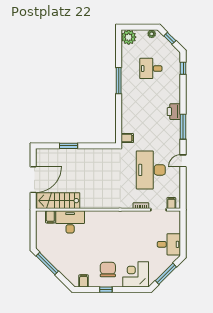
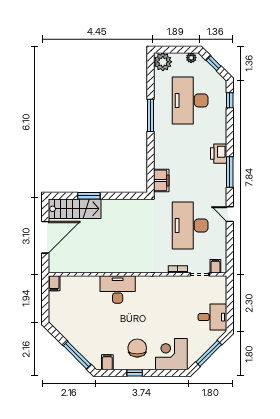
desk: (151, 68) -> (190, 100), width x1.87, depth x1.30
filing cabinet: (127, 138) -> (161, 180), width x2.00
door: (183, 161) -> (230, 214), hinge flipped
stairs: (58, 201) -> (75, 209), moved, turned 180
filing cabinet: (50, 217) -> (54, 283), moved
desk: (70, 222) -> (118, 289), moved
window: (47, 263) -> (77, 355), moved

